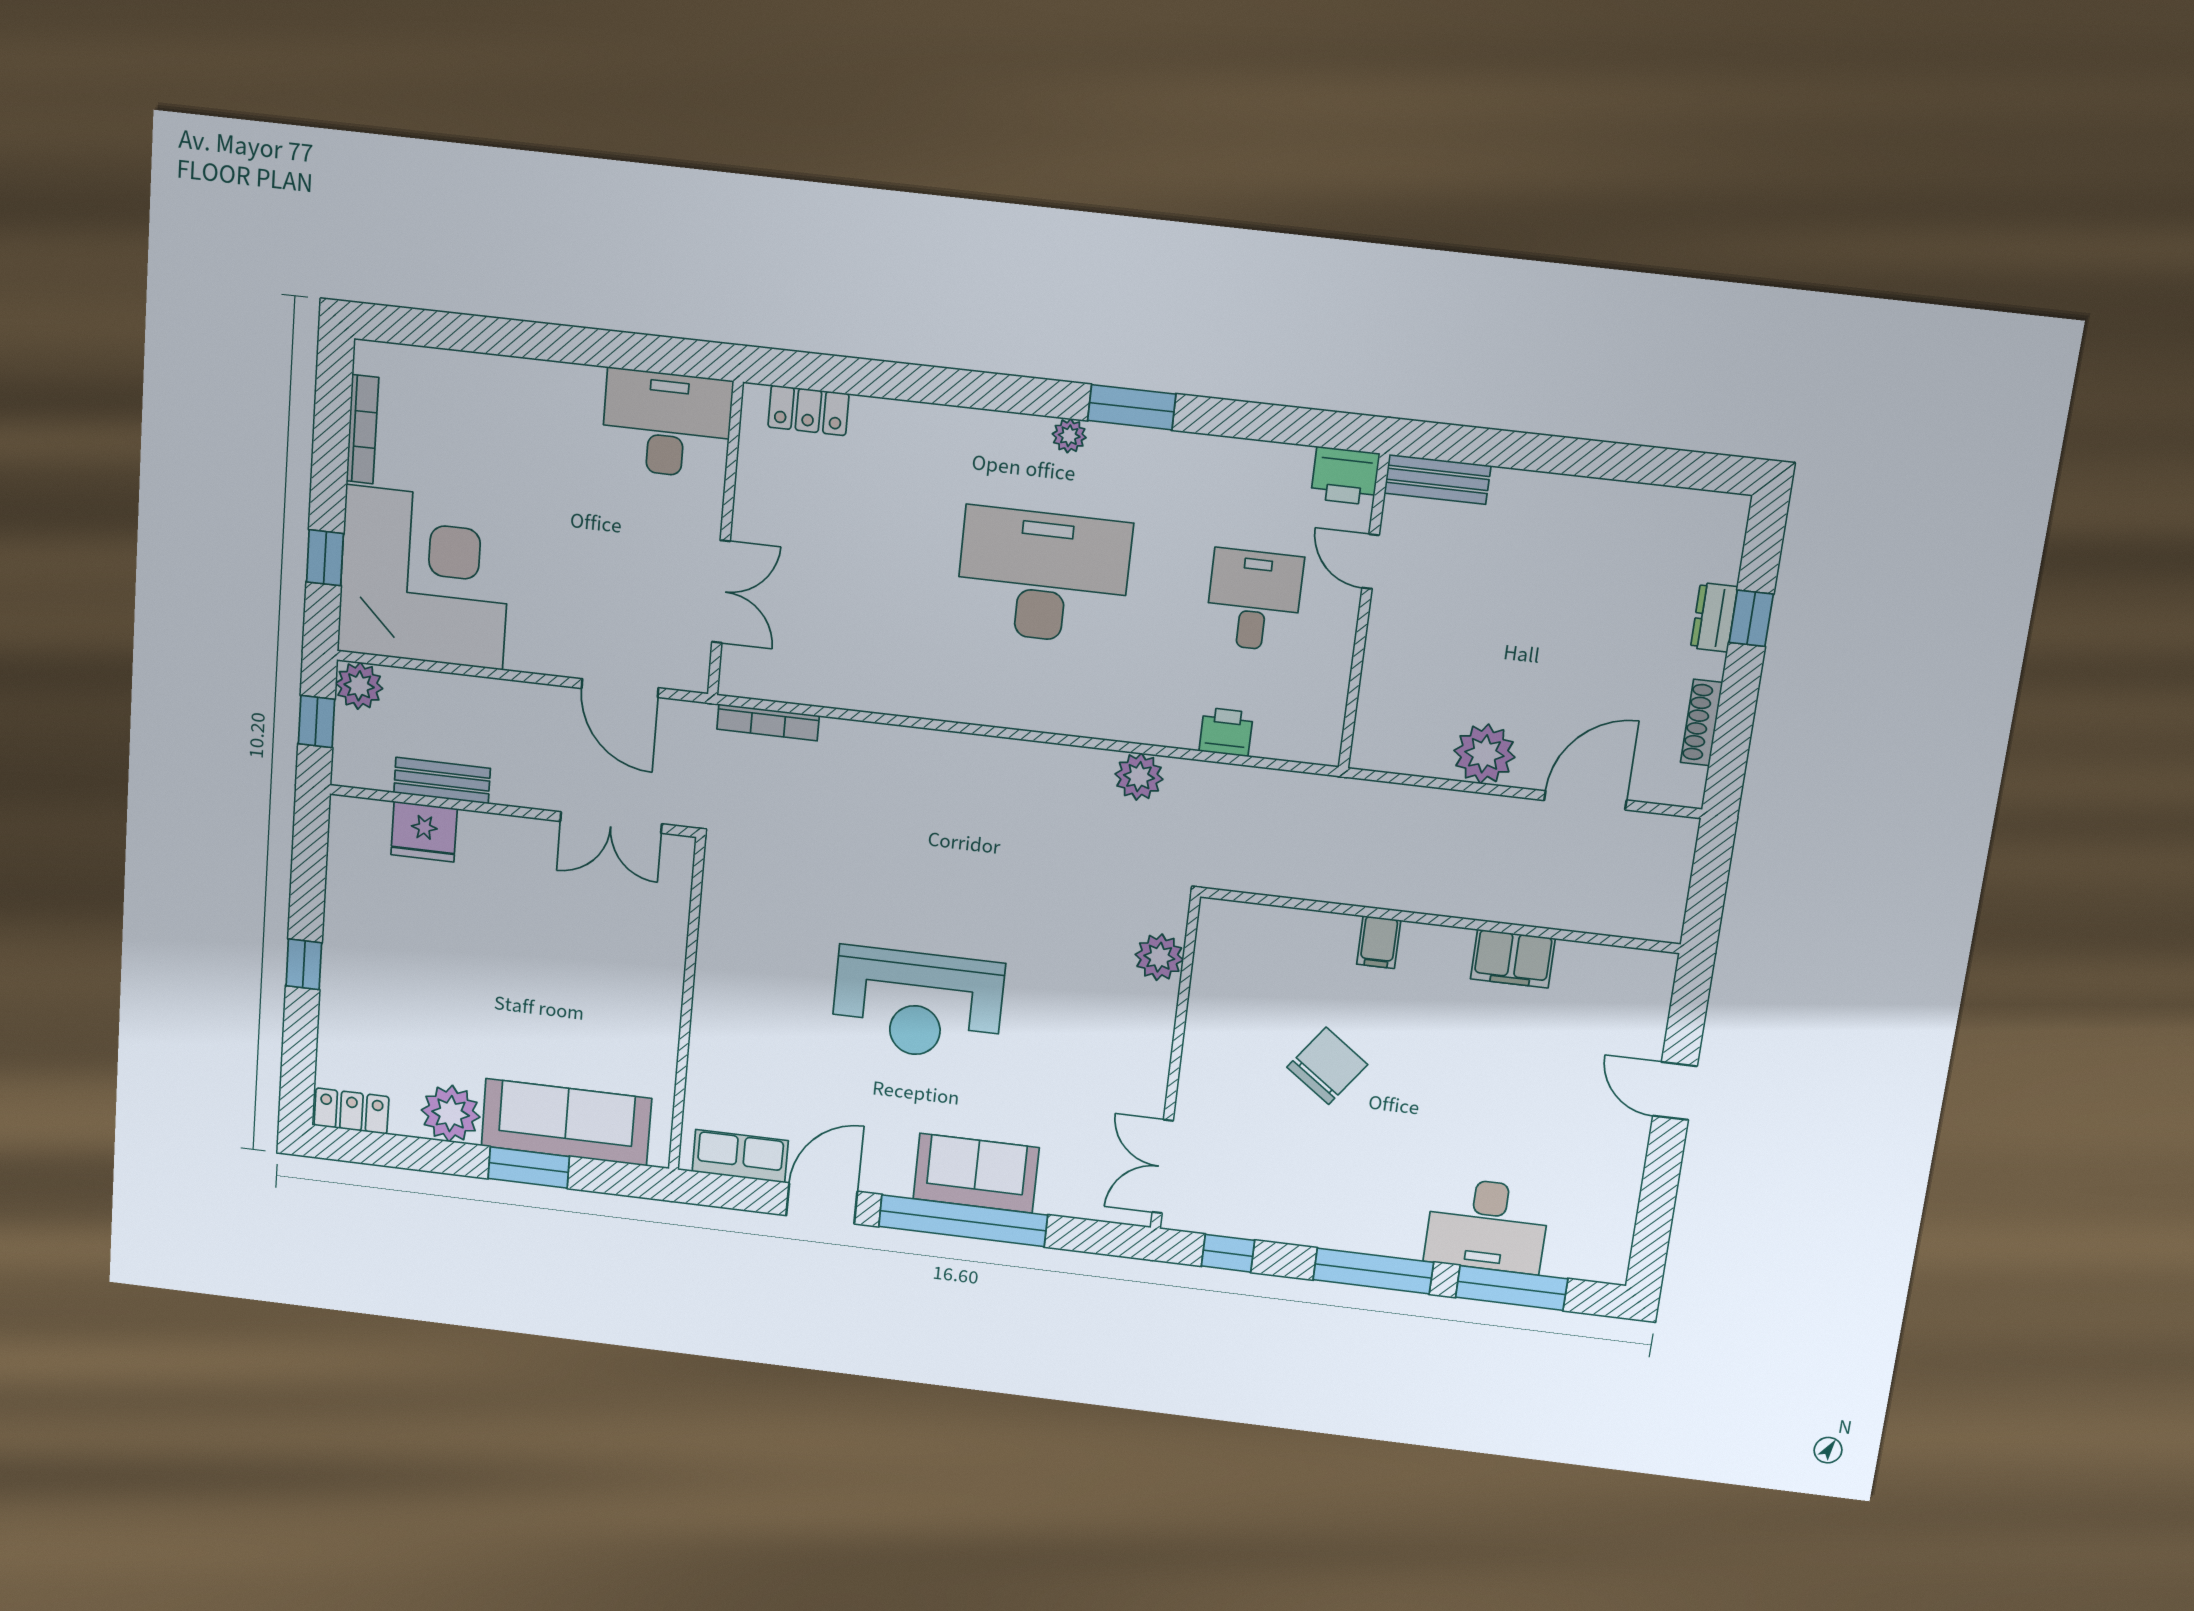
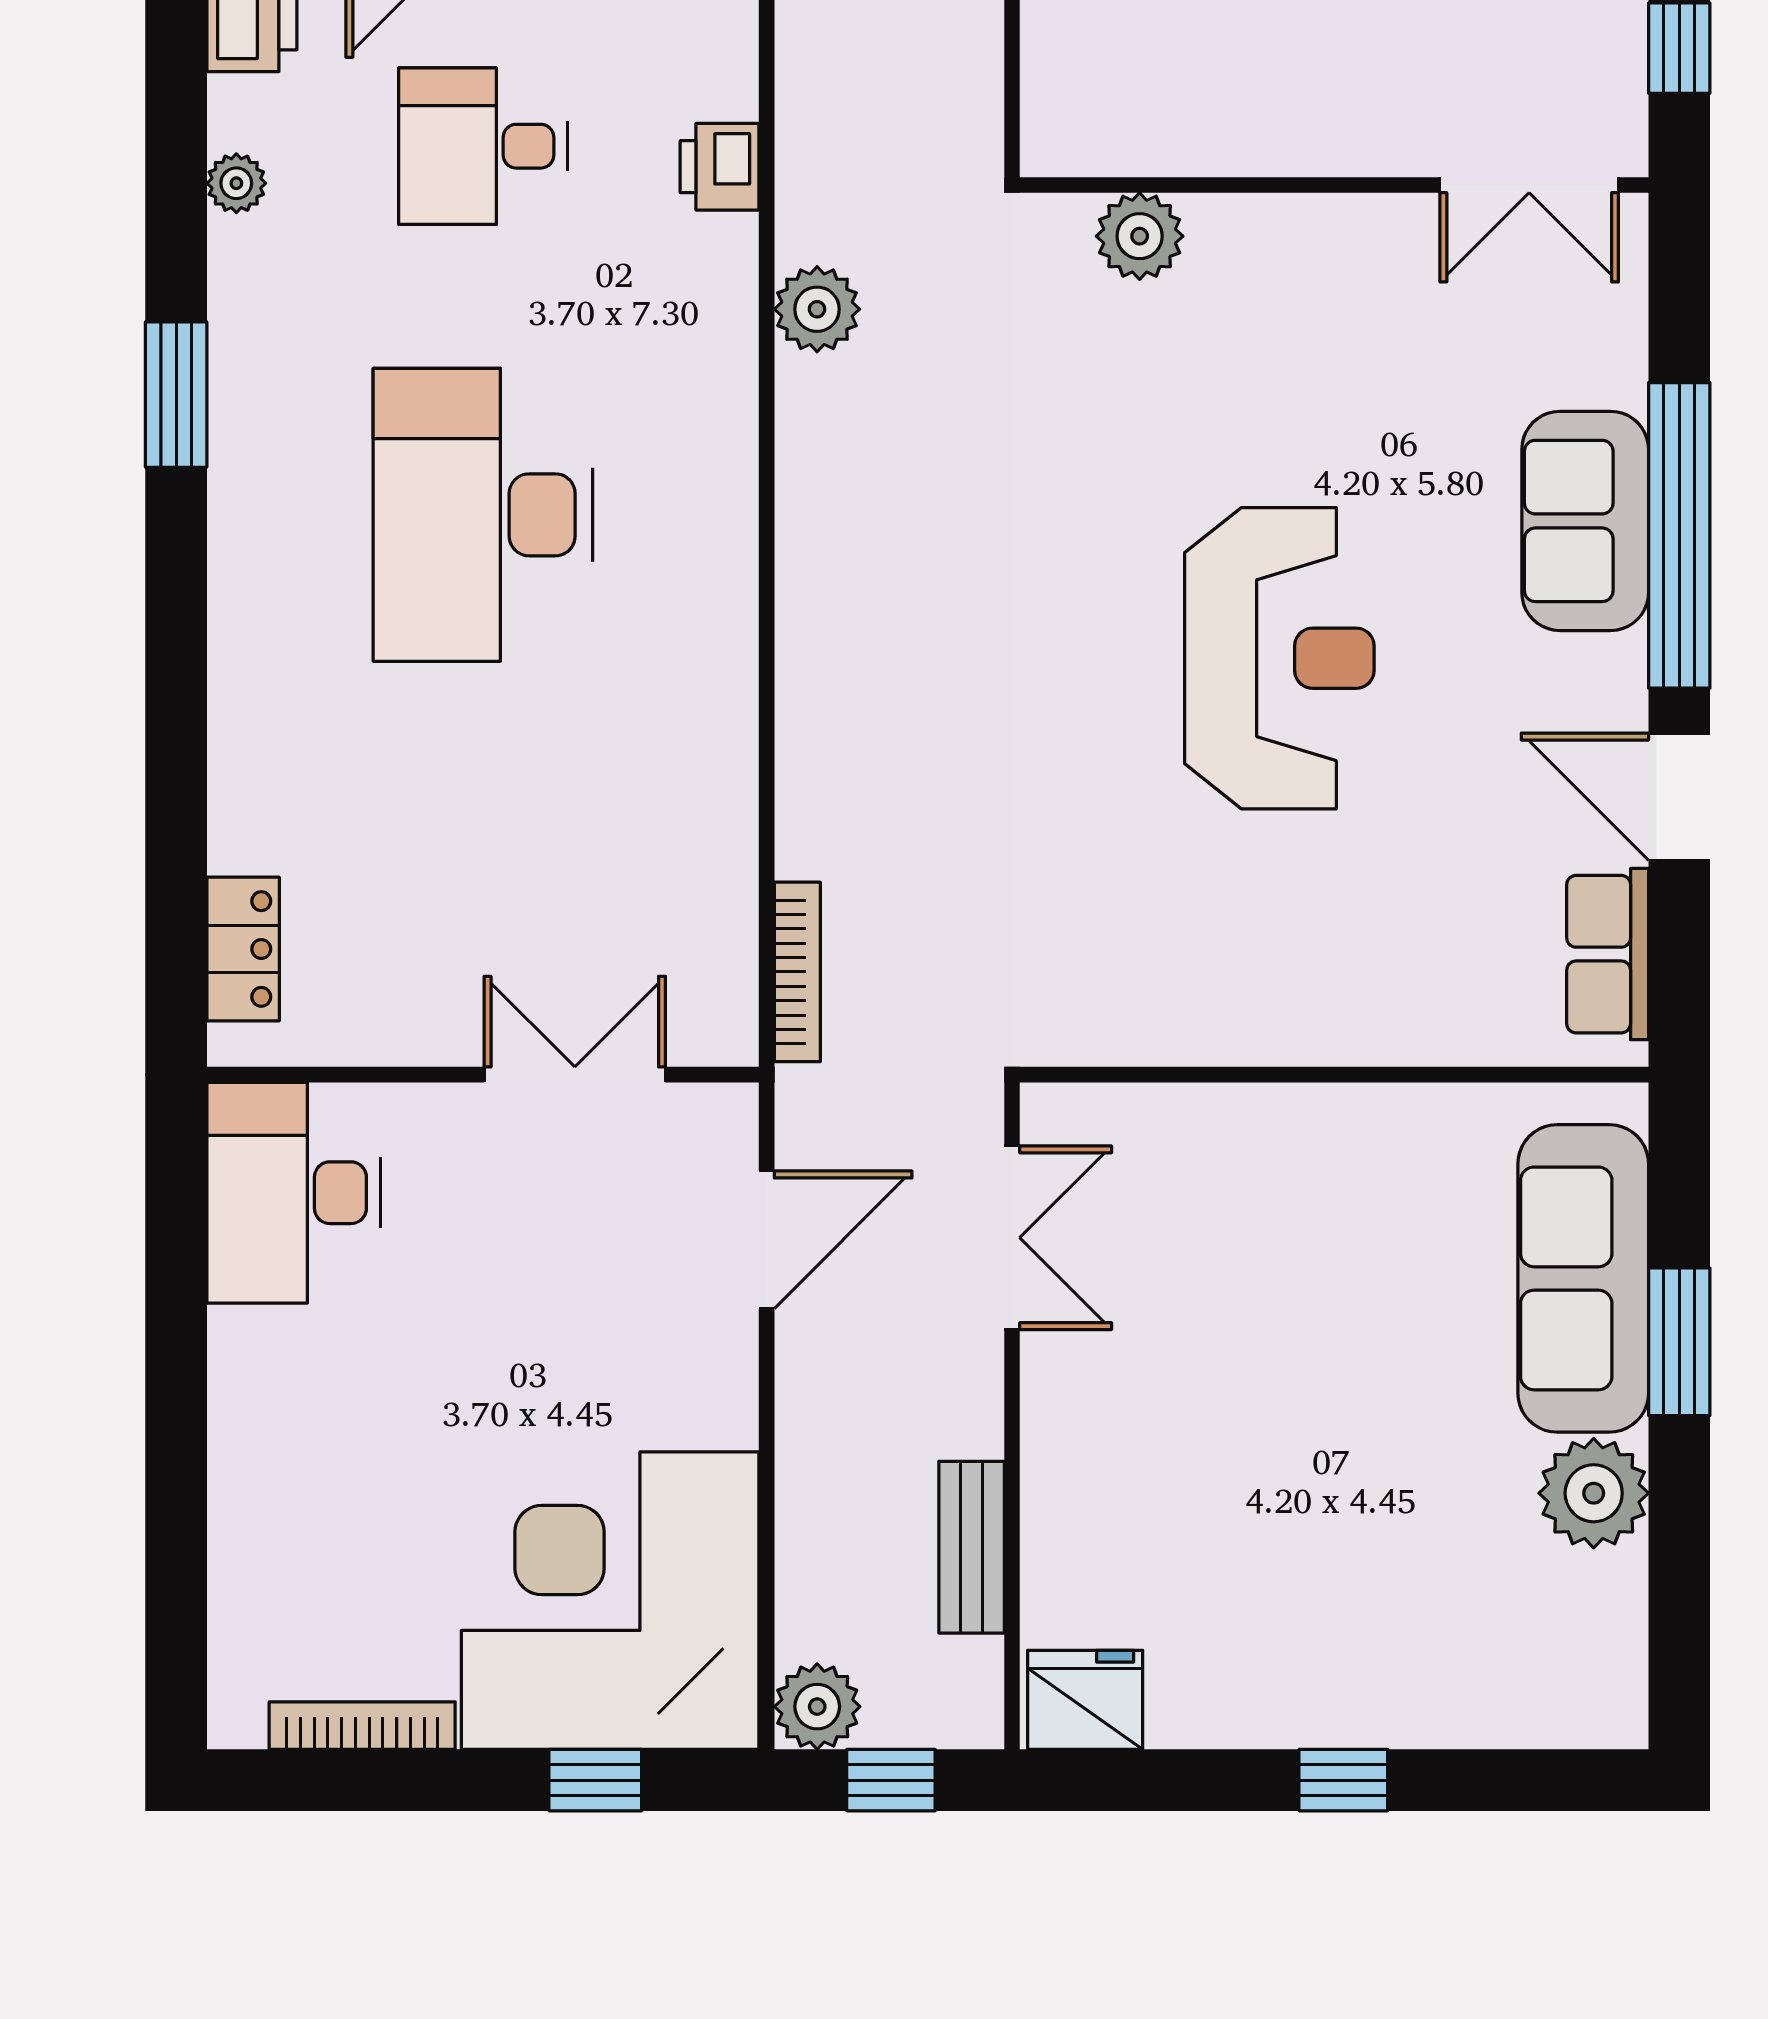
plant: (1069, 436) -> (236, 183), moved
fridge: (424, 832) -> (1085, 1700), moved, turned -90
locker: (351, 1111) -> (1612, 1677), removed

